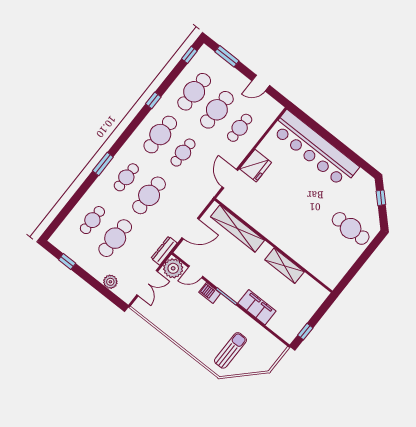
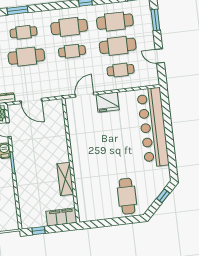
shelving: (237, 229) -> (59, 129), removed
filing cabinet: (257, 307) -> (61, 217), moved, turned -90

